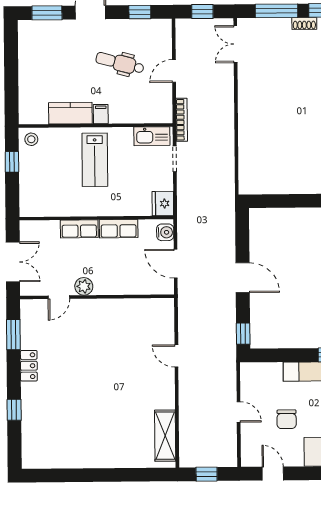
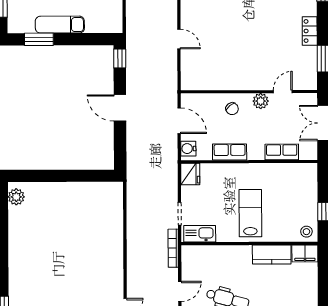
filing cabinet: (101, 114) -> (305, 253), moved, width x2.00
row of seats: (79, 229) -> (282, 152), moved
chair: (116, 278) -> (232, 109), added

